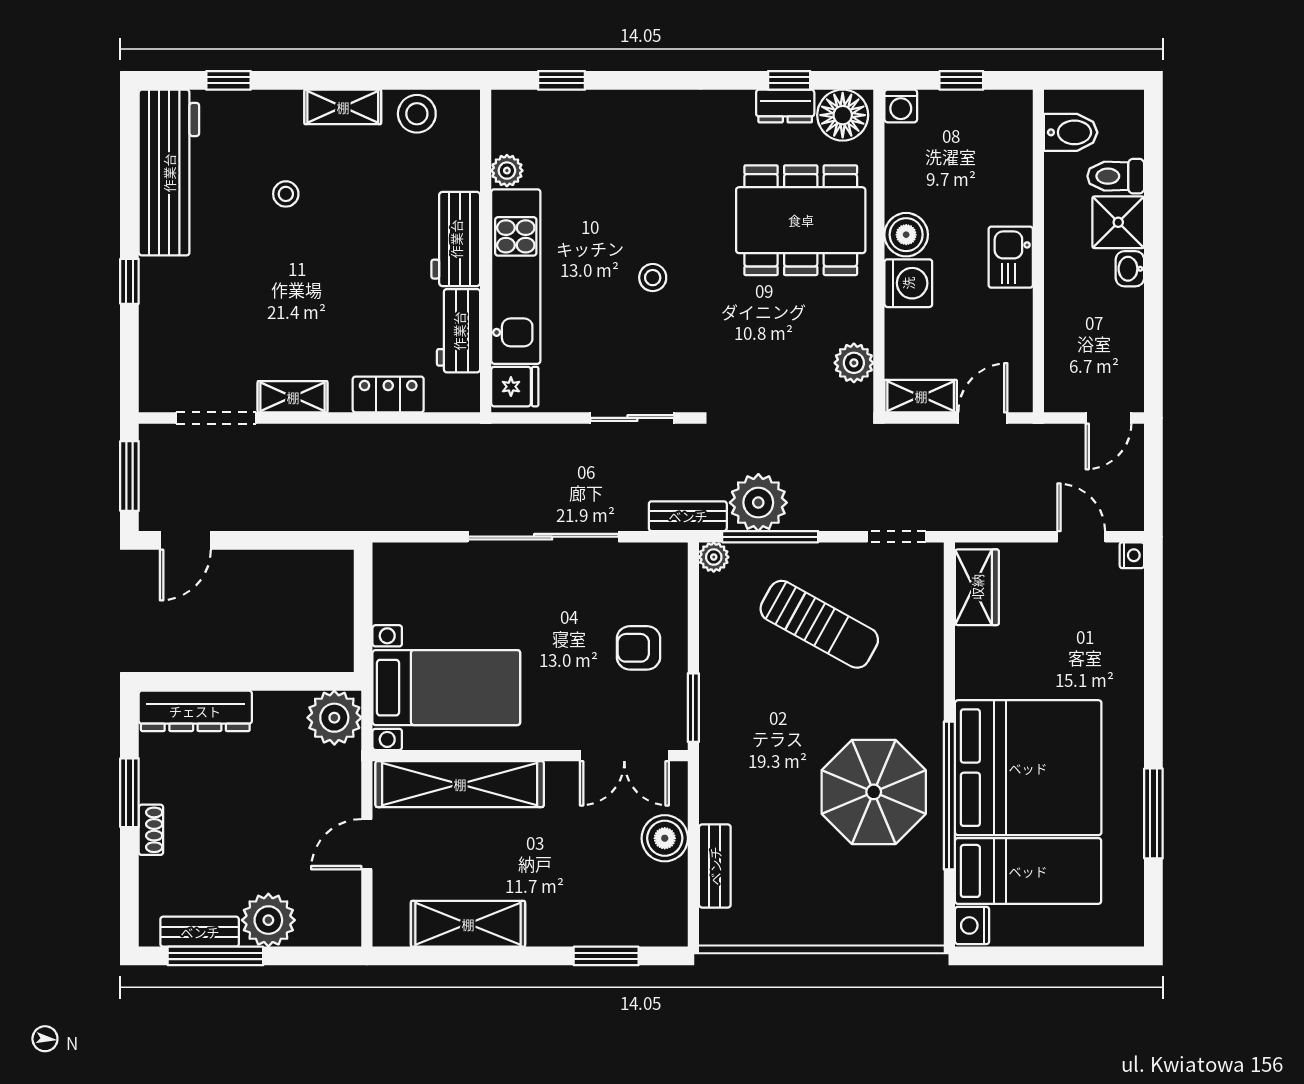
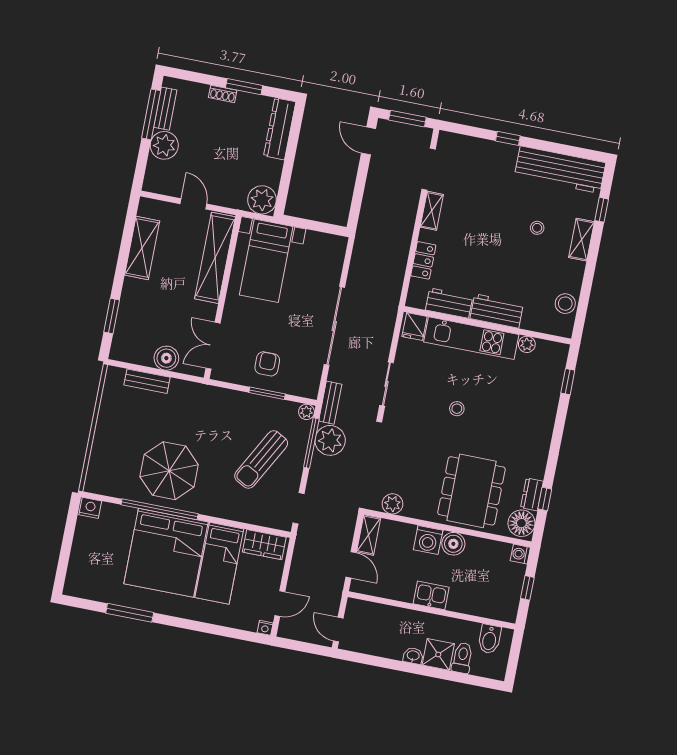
shelving: (343, 107) -> (581, 240), moved
window: (693, 708) -> (267, 393), moved
bed: (1028, 871) -> (219, 563), moved

